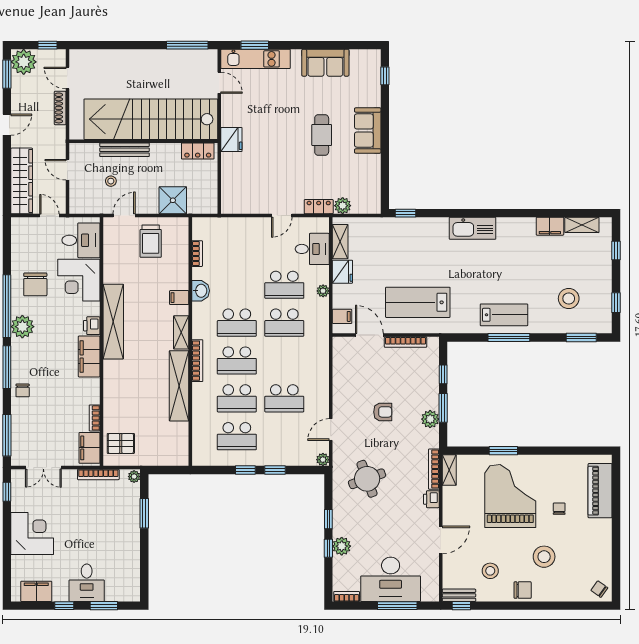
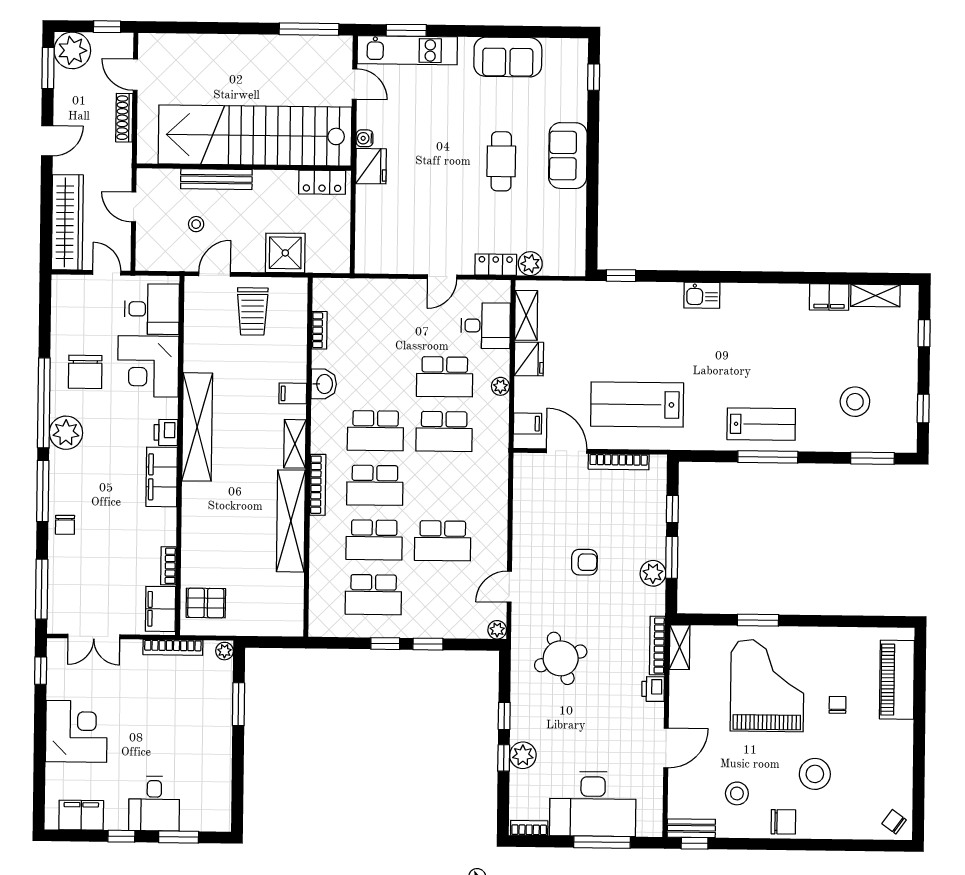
water cooler: (227, 120) -> (365, 138), added
kitchen sink: (473, 228) -> (702, 295), width x0.53, depth x0.81

